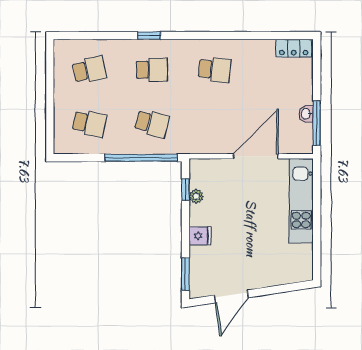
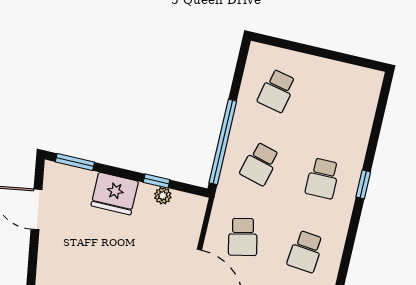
school desk: (89, 70) -> (243, 237), moved
window: (185, 190) -> (157, 181), moved
fridge: (200, 236) -> (115, 194), width x1.88, depth x1.34

